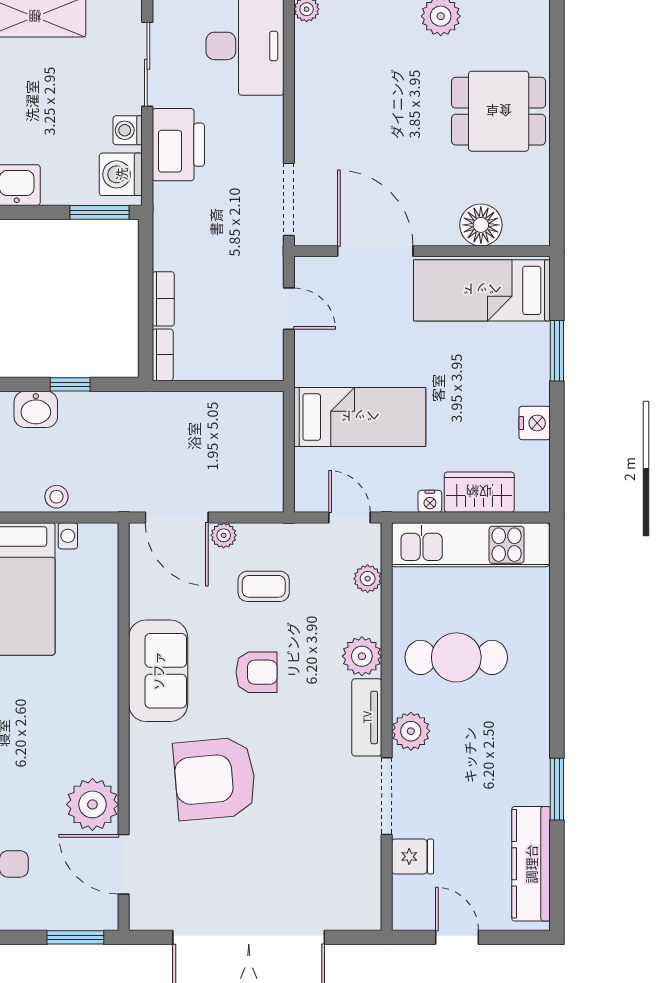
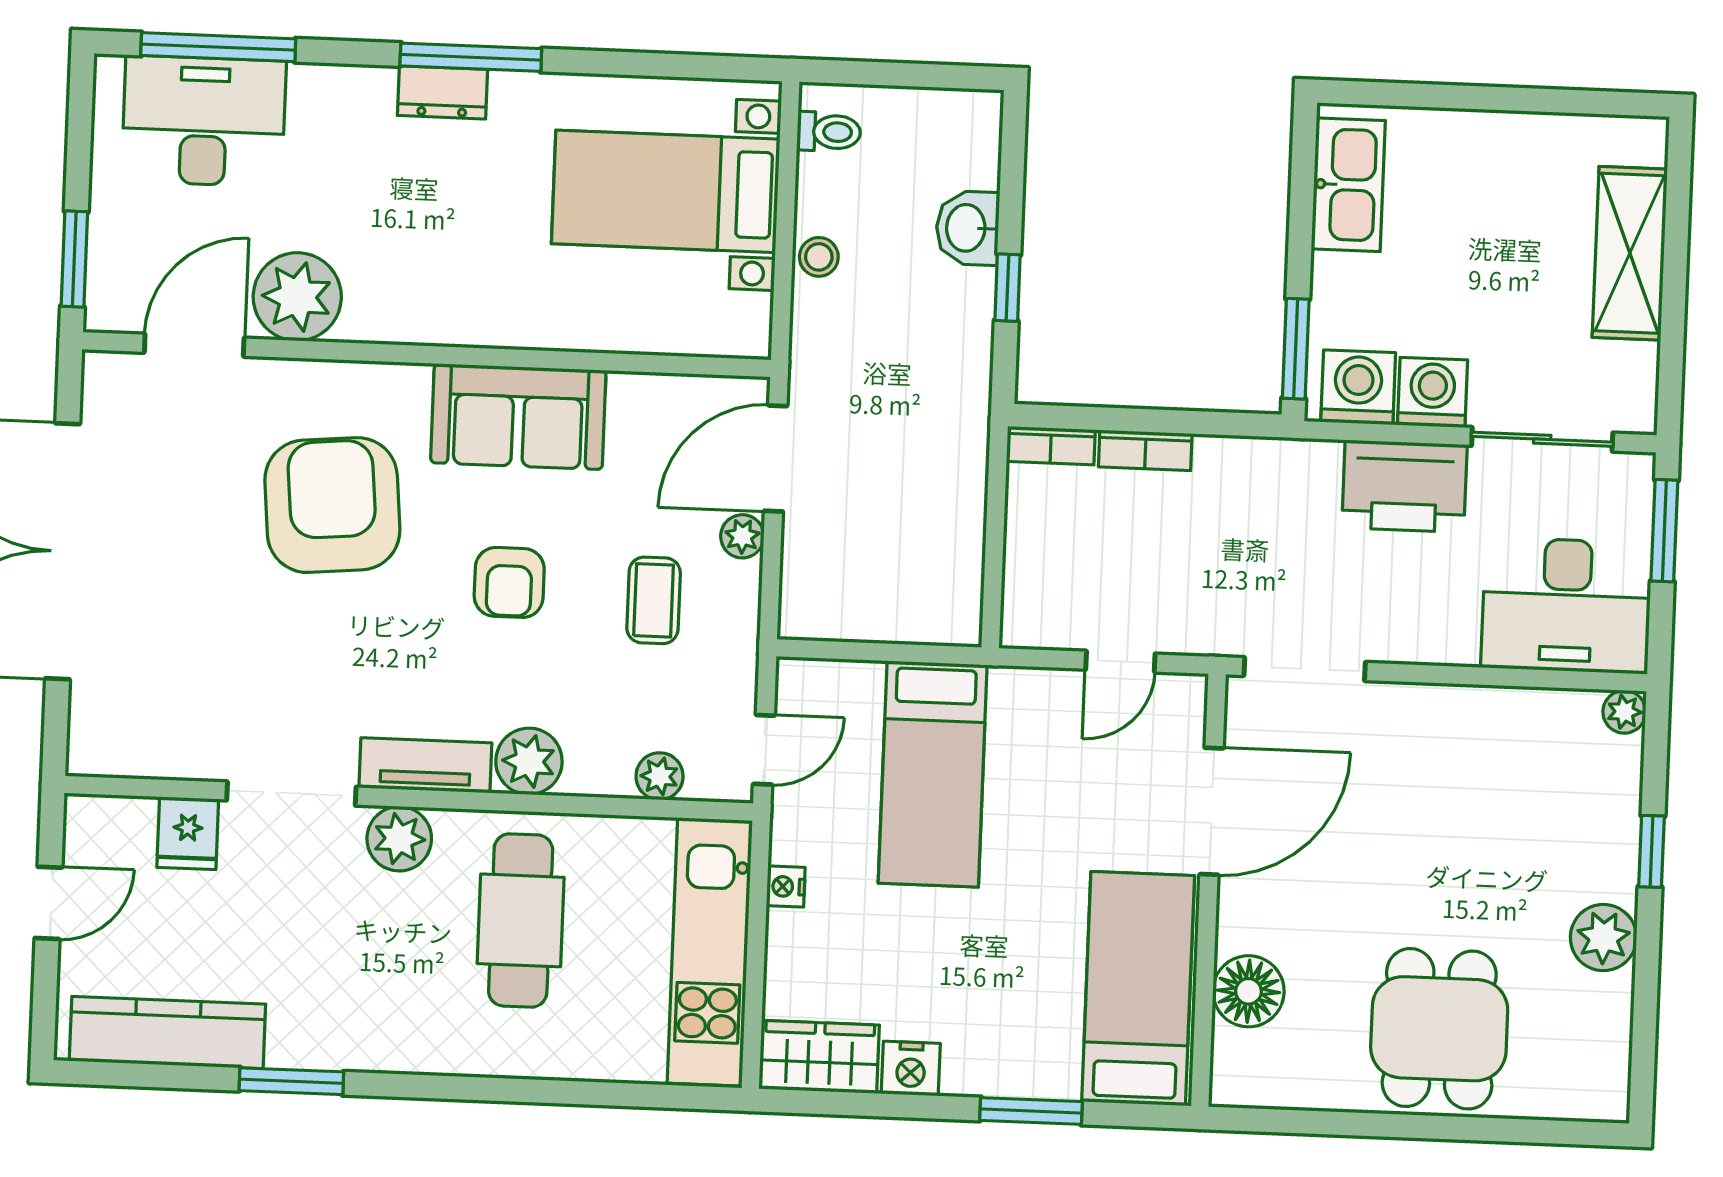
washing machine: (128, 130) -> (1433, 392), width x1.38, depth x1.38
wardrobe: (479, 492) -> (819, 1057), moved, turned -90

